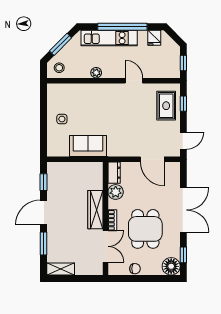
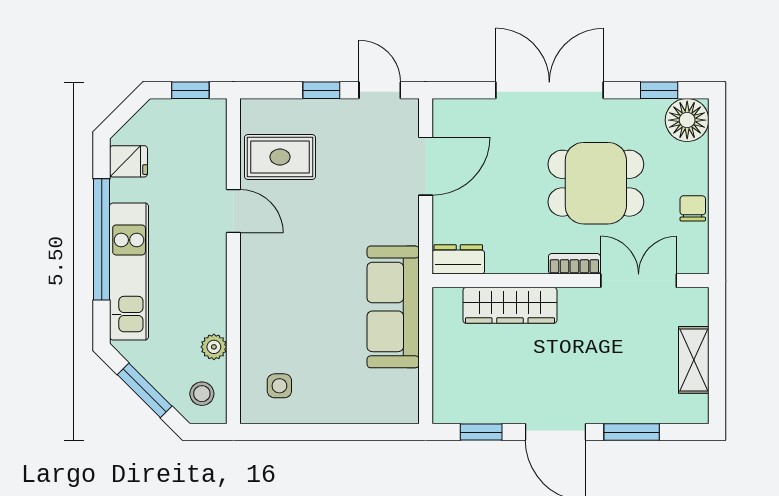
plant: (96, 73) -> (214, 347), moved
door: (134, 81) -> (233, 211), swing flipped
window: (183, 104) -> (321, 90), moved
rug: (166, 106) -> (280, 157), moved
side table: (62, 119) -> (279, 386), moved
sofa: (88, 146) -> (393, 307), width x1.36
plant: (116, 192) -> (505, 256), removed
wardrobe: (95, 210) -> (510, 305), moved
shelving: (61, 269) -> (694, 360), moved

